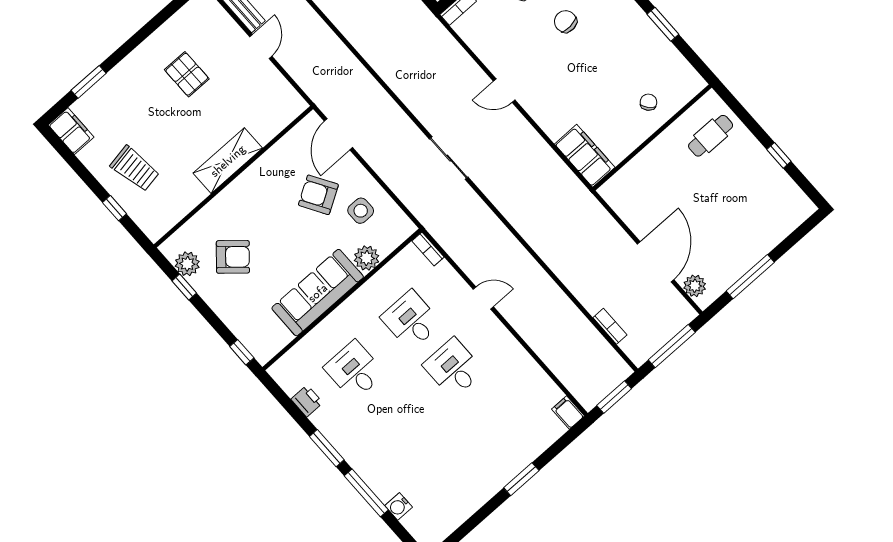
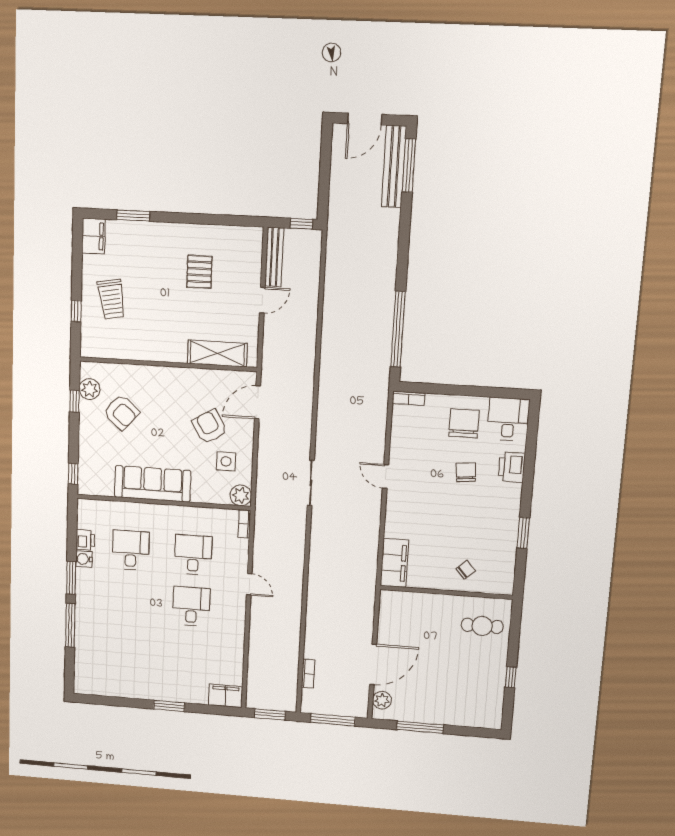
shelving: (228, 161) -> (217, 353), moved
plant: (367, 258) -> (241, 495), moved
filing cabinet: (568, 412) -> (226, 696), width x2.00
water cooler: (399, 506) -> (84, 559), moved

